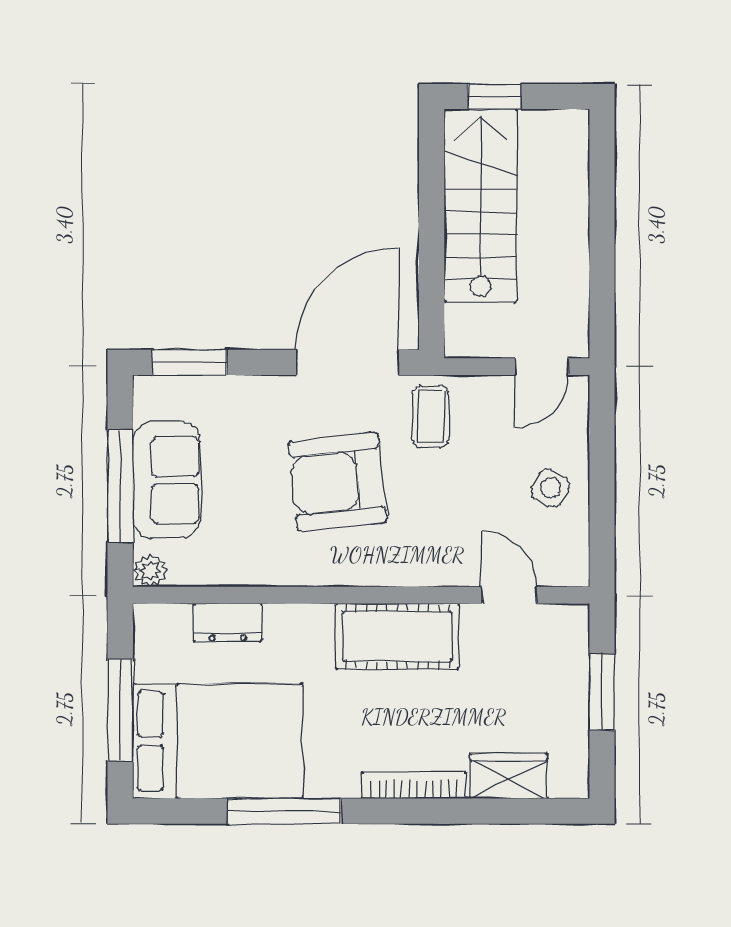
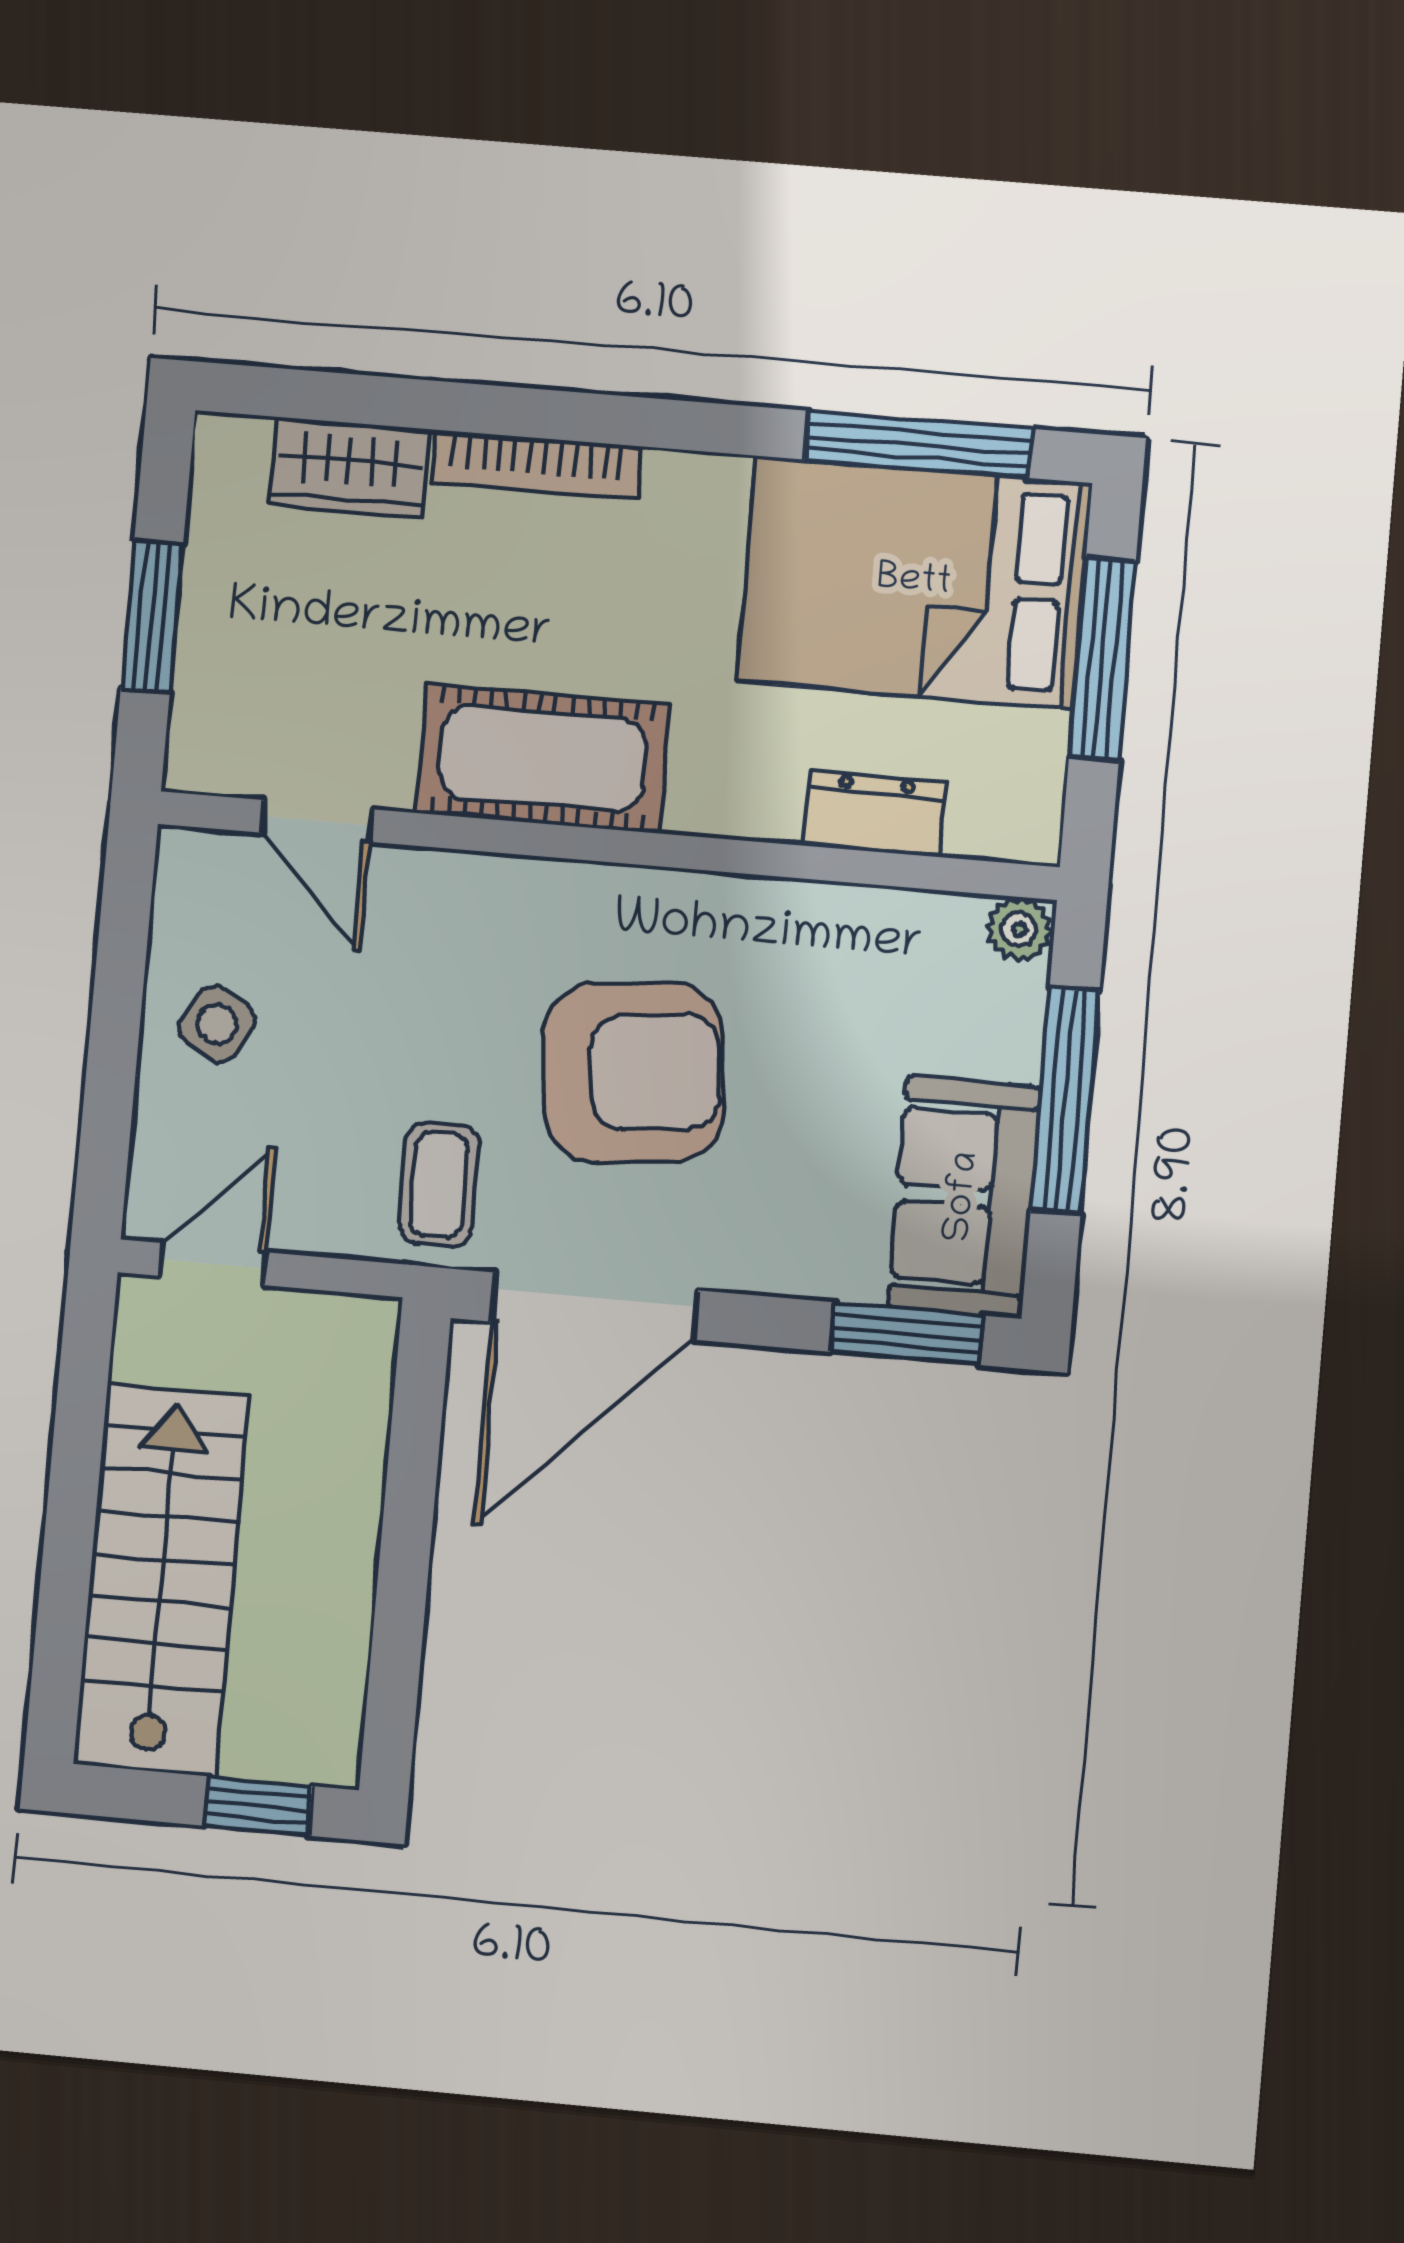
stairs: (481, 205) -> (162, 1580), moved, turned 180
sofa: (166, 480) -> (964, 1197), moved
window: (284, 811) -> (918, 444), moved

